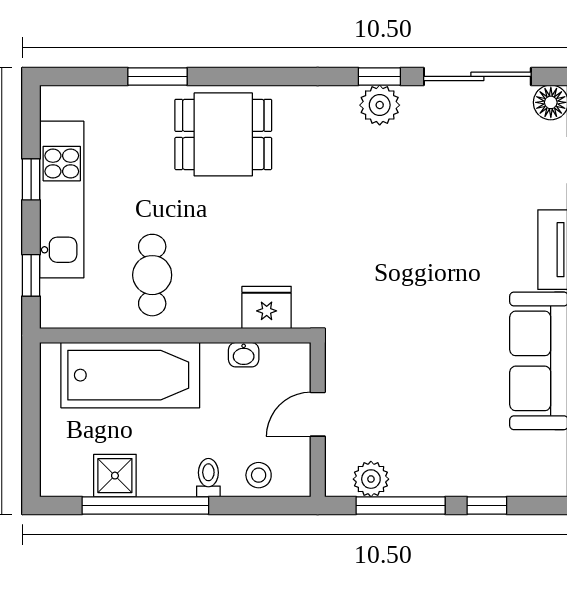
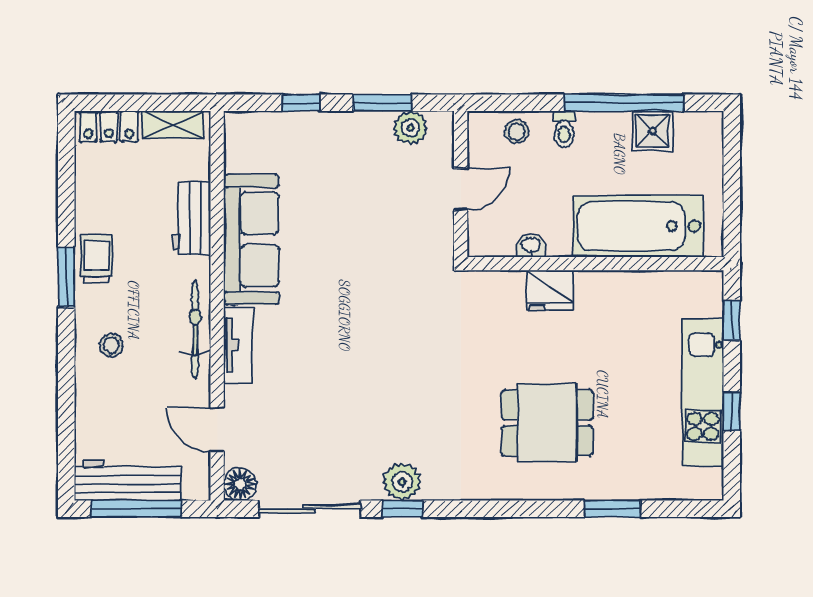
dining table: (223, 134) -> (547, 423), moved
cafe table: (152, 275) -> (617, 321), removed
fridge: (267, 308) -> (549, 290), moved
window: (401, 505) -> (382, 103), width x0.69

